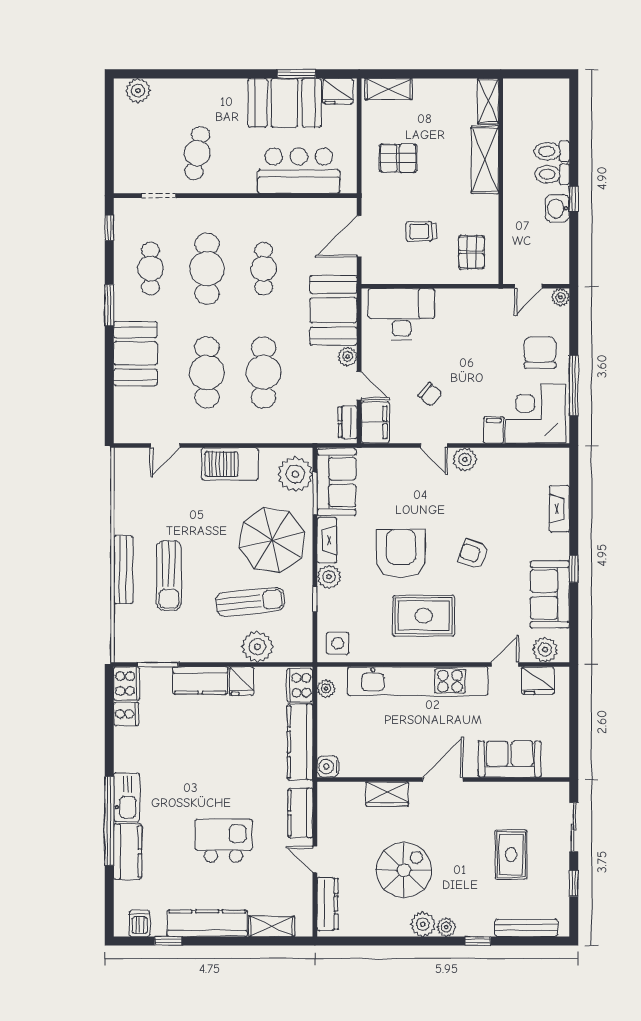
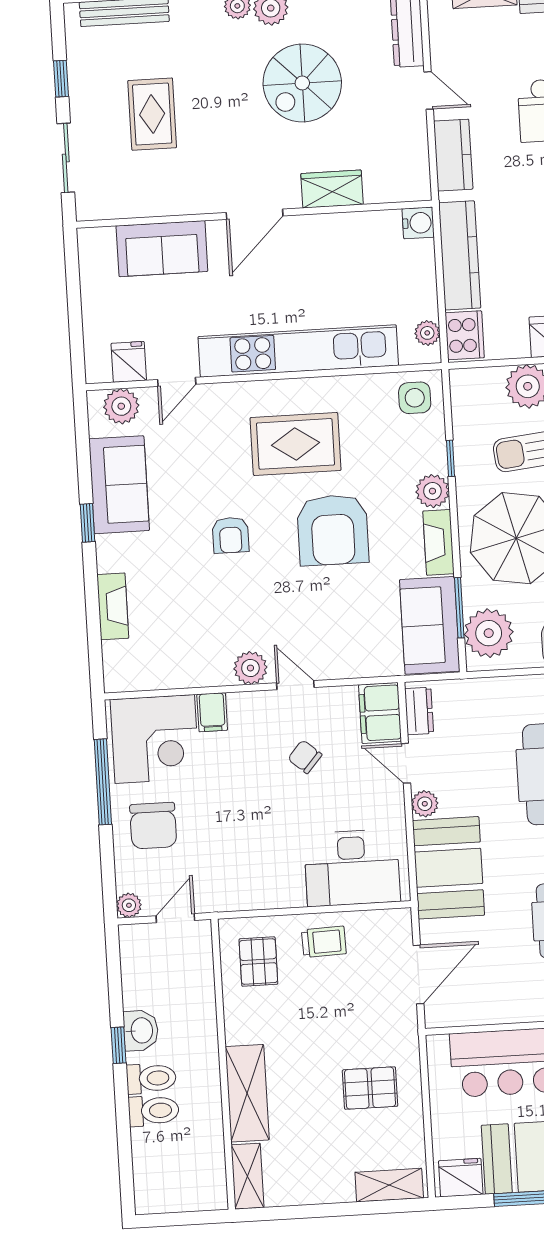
trolley: (421, 231) -> (324, 942), moved
armchair: (473, 554) -> (231, 535), turned 70
fridge: (538, 681) -> (129, 362), width x0.72

